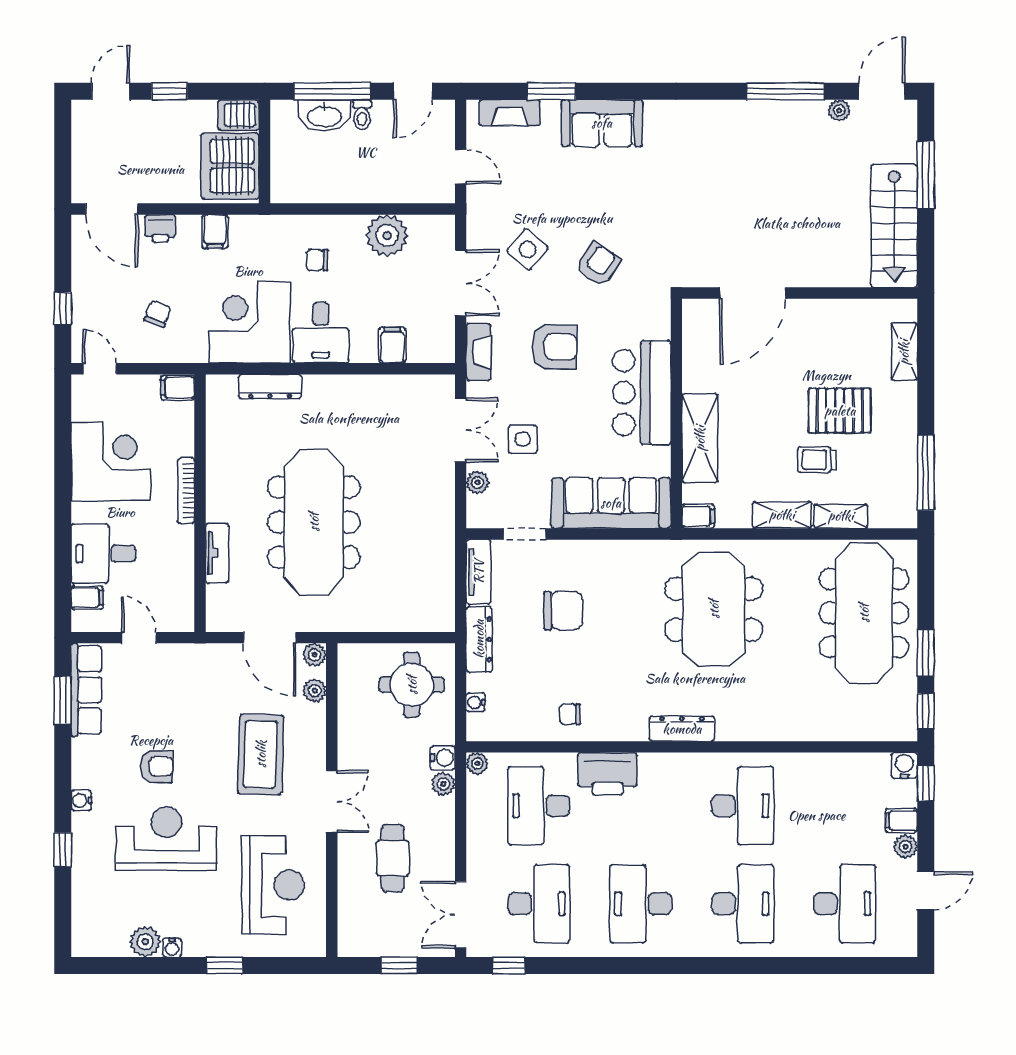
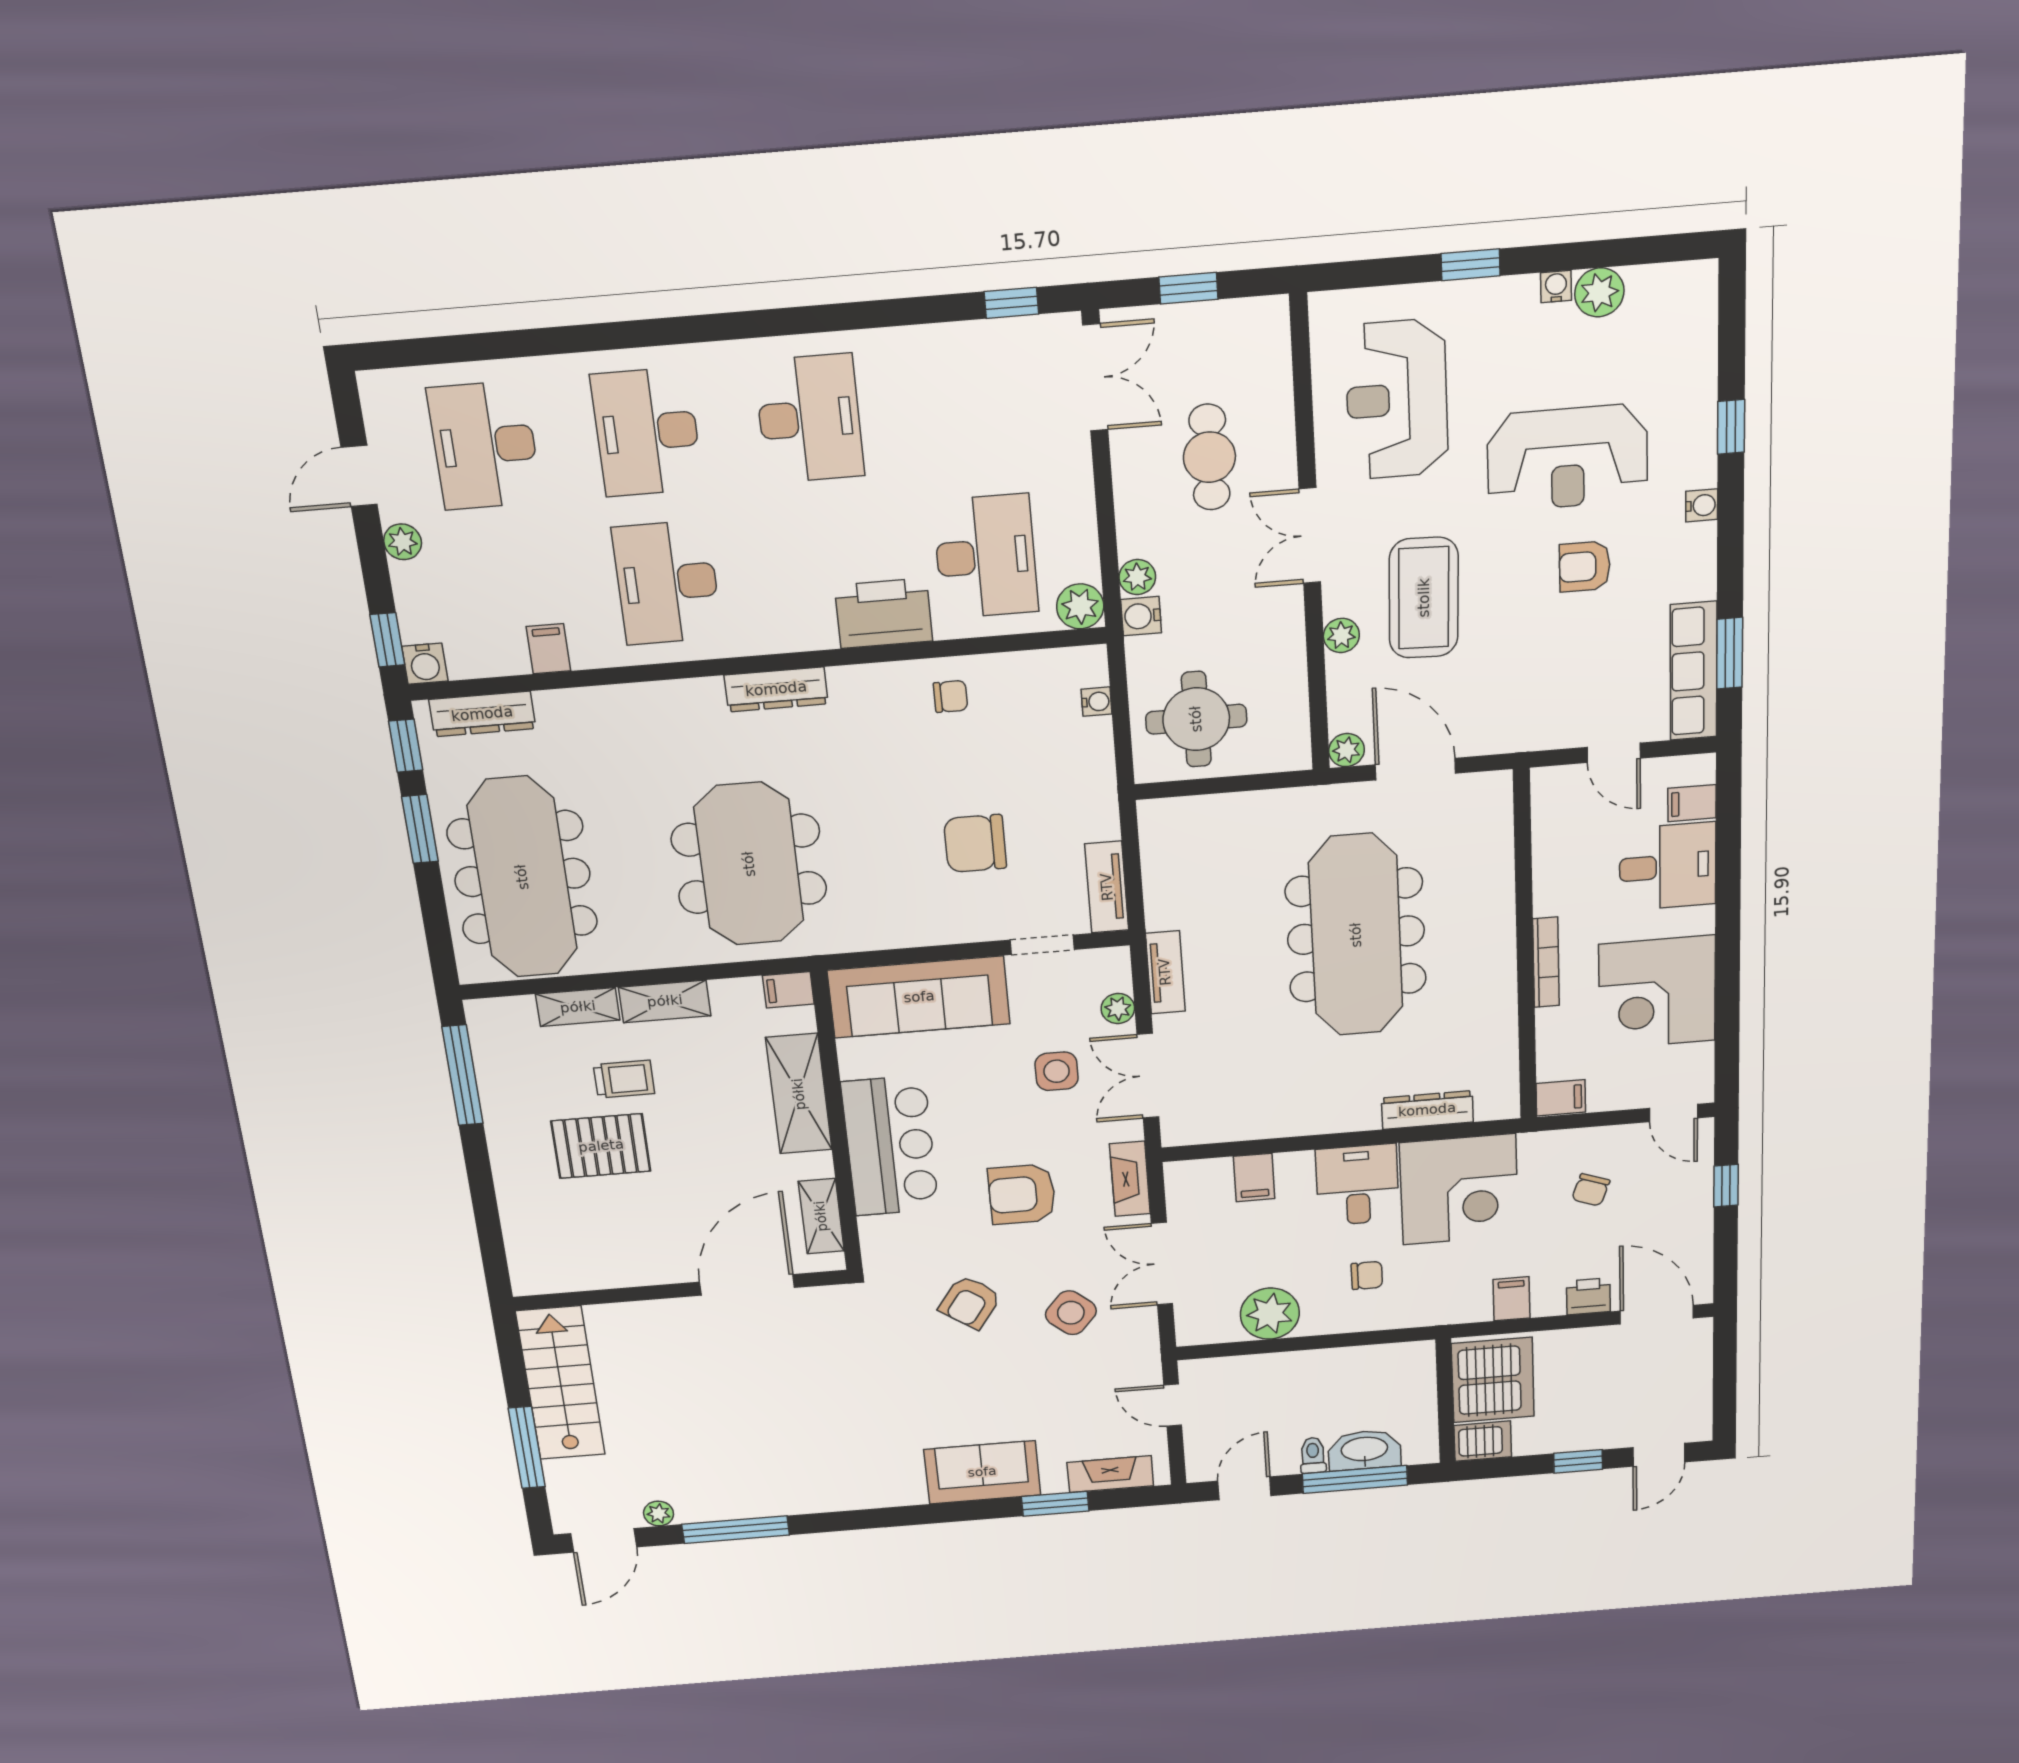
shelving: (904, 352) -> (821, 1216), moved
tv unit: (217, 553) -> (1165, 972), moved, turned 180
dresser: (479, 639) -> (482, 714), moved, turned -90
plant: (315, 691) -> (1341, 635), moved
plant: (477, 763) -> (1080, 606), width x1.38, depth x1.38
filing cabinet: (901, 821) -> (548, 649), moved, turned -90
desk: (539, 904) -> (972, 405), removed

